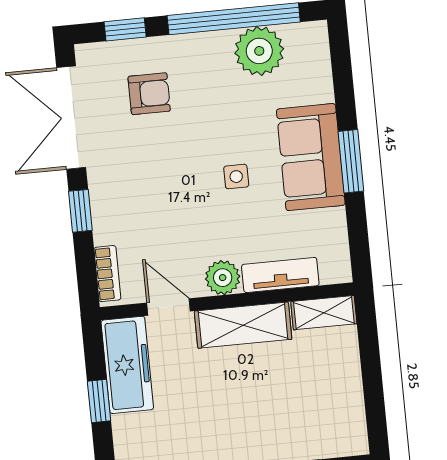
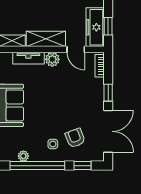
plant: (259, 51) -> (23, 156), width x0.53, depth x0.53
armchair: (149, 94) -> (75, 138), turned 69
side table: (236, 177) -> (53, 144), moved
window: (99, 401) -> (108, 26), moved

